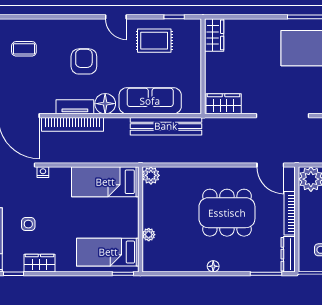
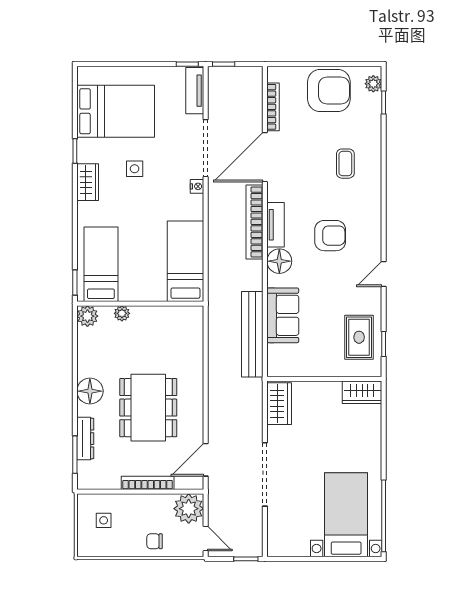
rug: (154, 41) -> (359, 337), moved
sofa: (150, 101) -> (283, 315), width x0.73
plant: (151, 175) -> (87, 316), moved
dresser: (288, 254) -> (85, 439), moved, turned 90
floor lamp: (213, 266) -> (90, 391), width x1.89, depth x1.89

